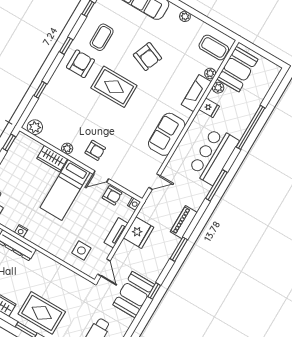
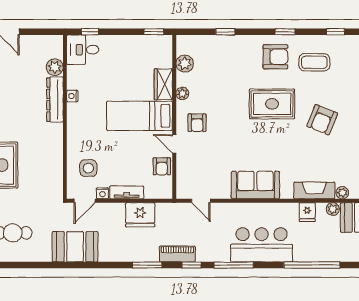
rug: (114, 87) -> (272, 104), turned 90
plant: (35, 127) -> (185, 64), moved
nightstand: (134, 204) -> (102, 193), moved
window: (154, 291) -> (191, 265), moved

